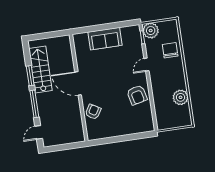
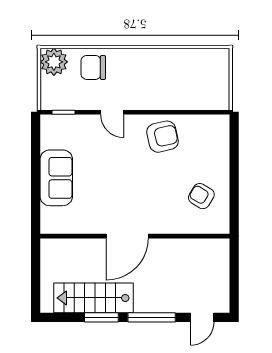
plant: (151, 31) -> (54, 62), moved
plant: (181, 97) -> (178, 61), removed
armchair: (93, 112) -> (201, 196), moved
door: (39, 132) -> (202, 317), hinge flipped

